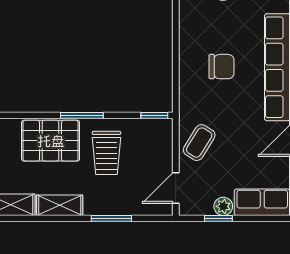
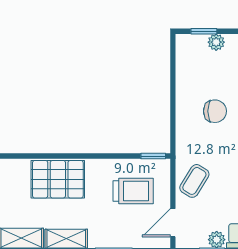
window: (82, 115) -> (87, 156), removed
trolley: (106, 153) -> (133, 191), moved, turned -90

